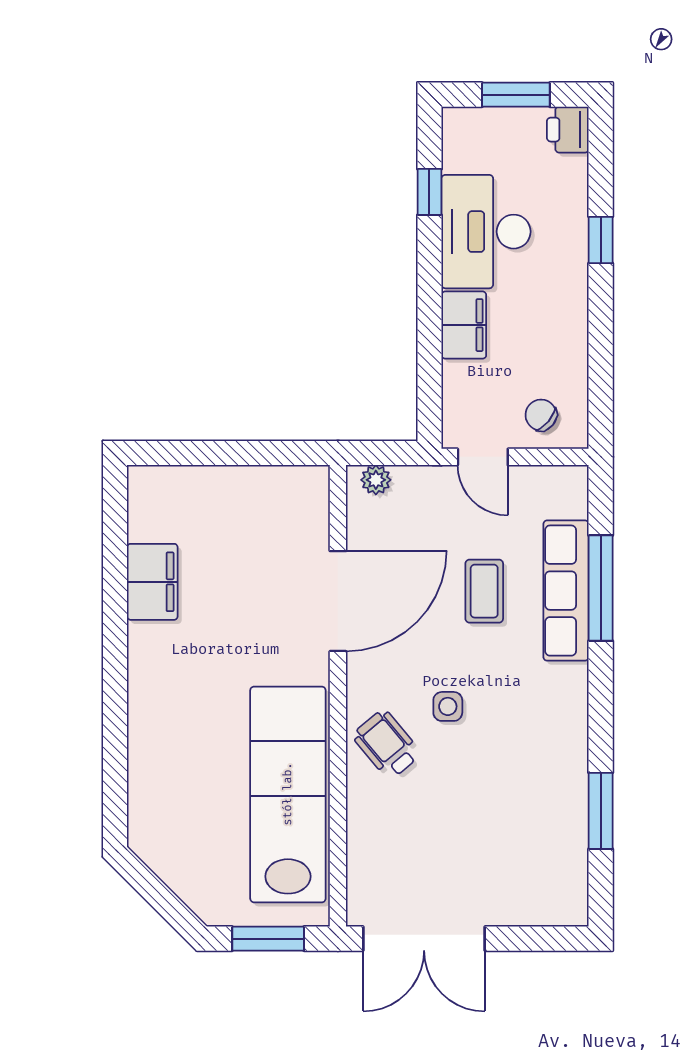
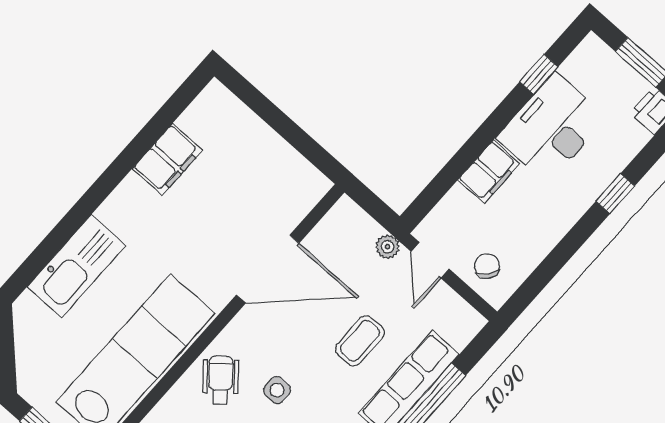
plant: (376, 480) -> (388, 247), moved
kitchen sink: (156, 758) -> (76, 266), added

